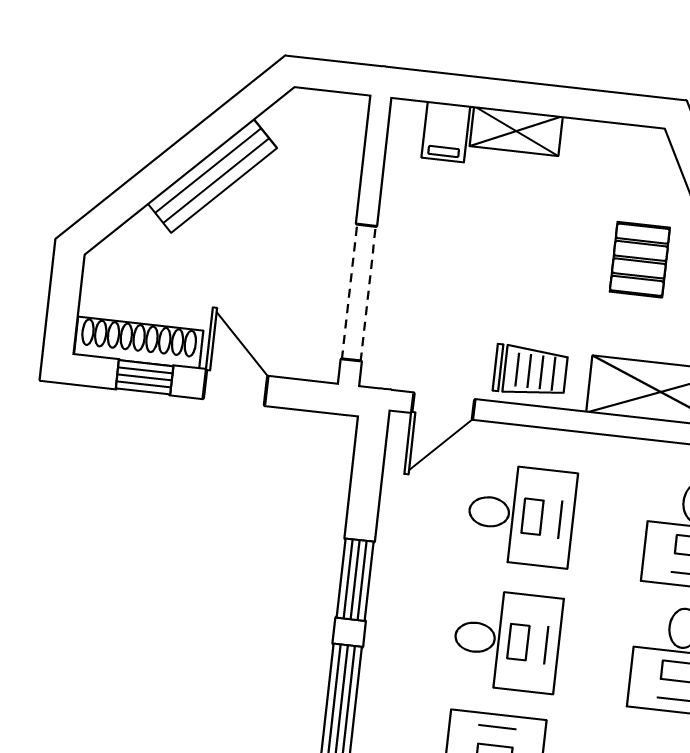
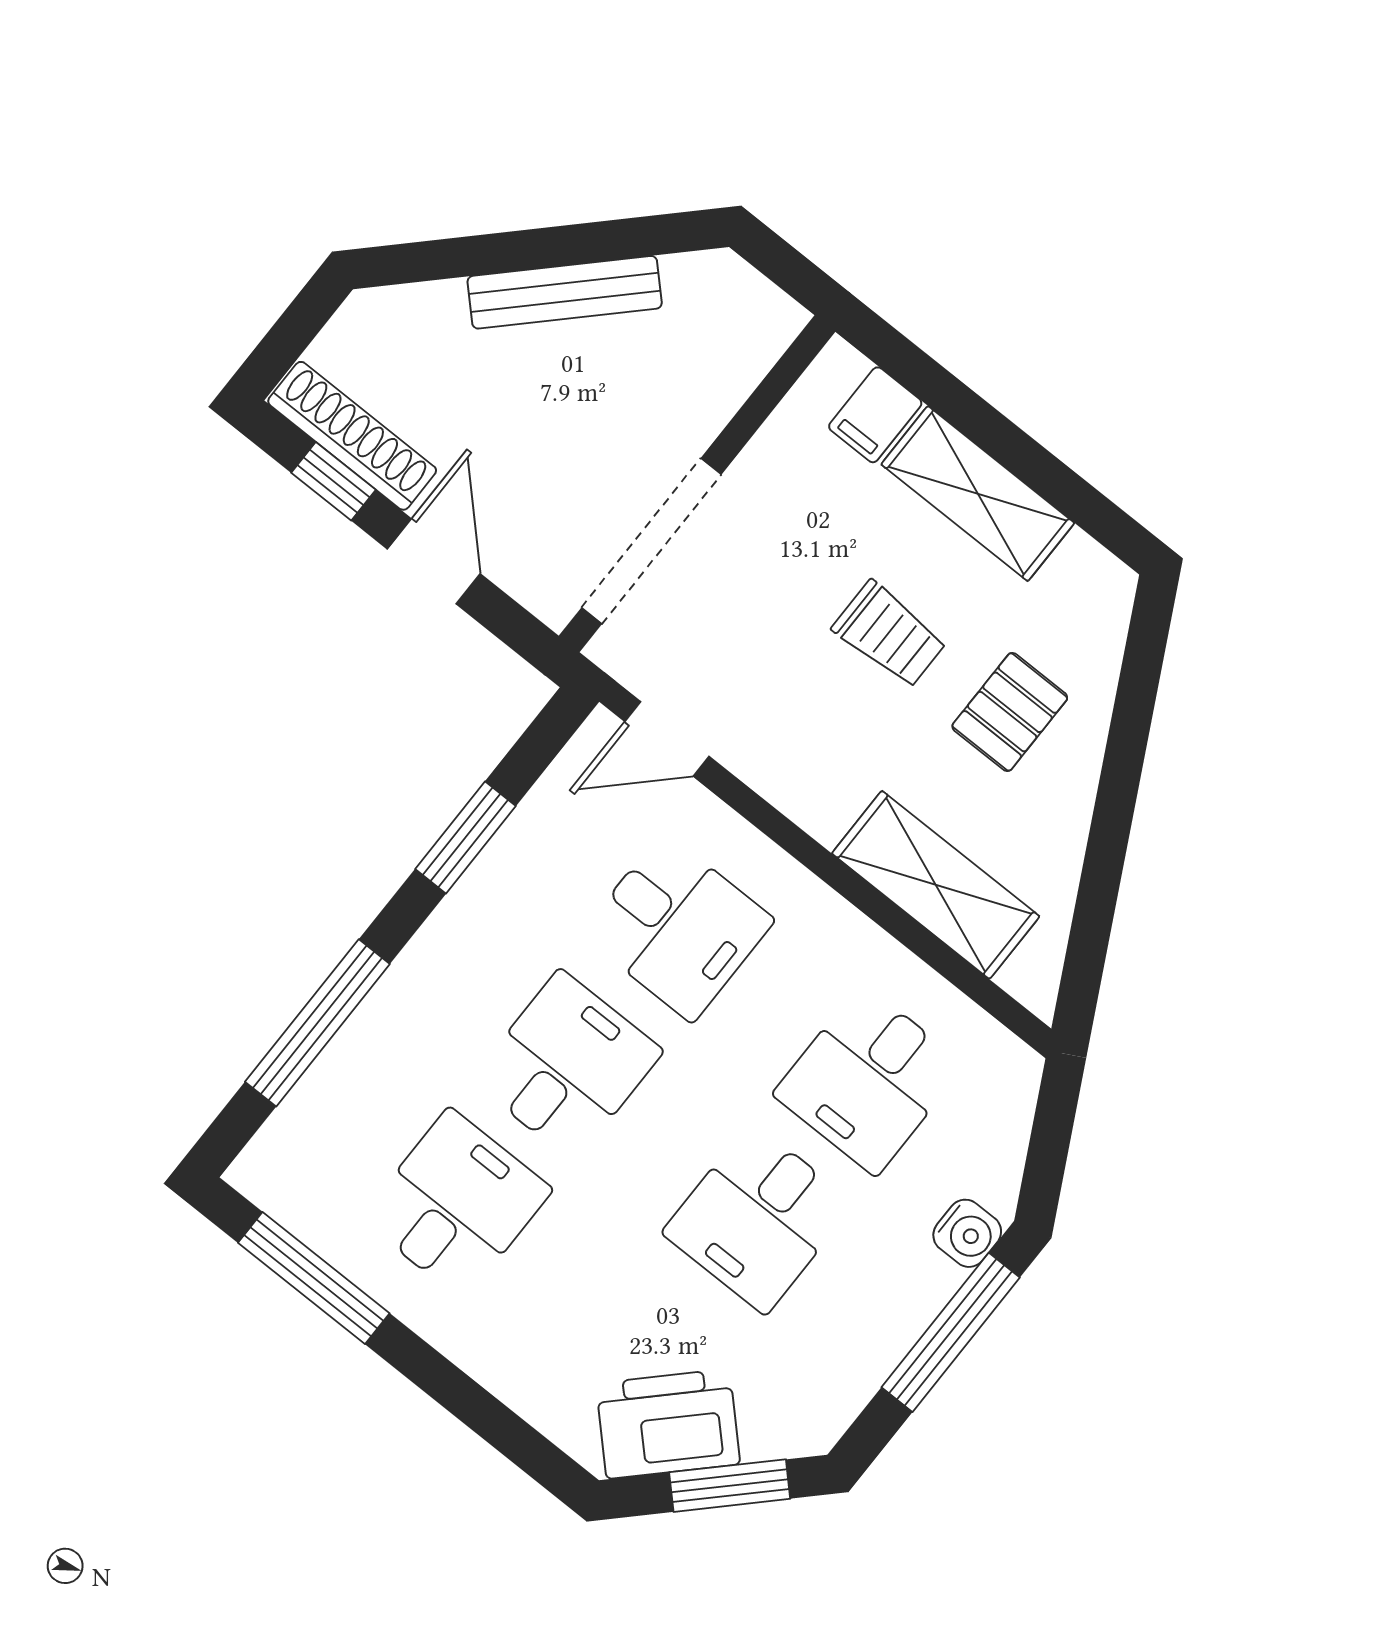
shelving: (516, 131) -> (978, 494), width x1.50, depth x1.33
trolley: (530, 371) -> (889, 634), moved
window: (355, 580) -> (465, 837), moved
desk: (507, 641) -> (567, 1065), turned -90

